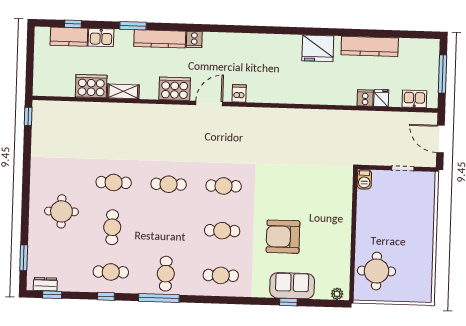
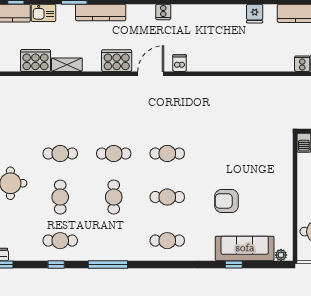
cooker: (194, 39) -> (163, 12), moved
fridge: (318, 48) -> (255, 14), width x0.53, depth x0.75
armchair: (283, 237) -> (227, 201), width x0.73, depth x0.73
cafe table: (166, 274) -> (114, 197), moved
sofa: (292, 286) -> (245, 248), width x1.36

